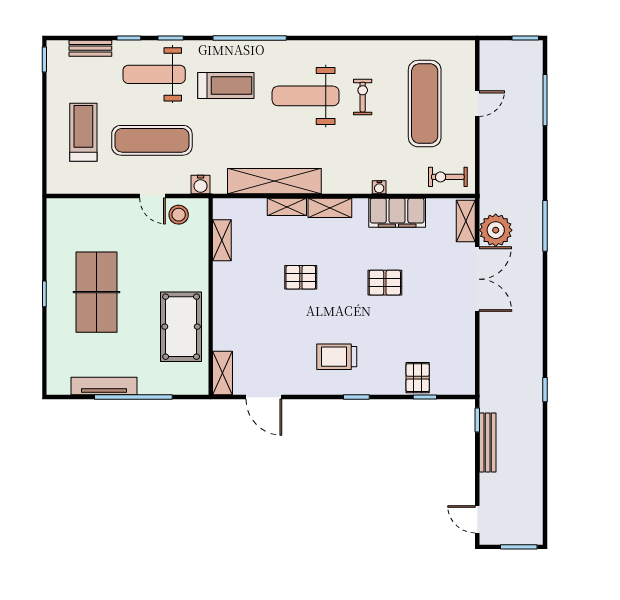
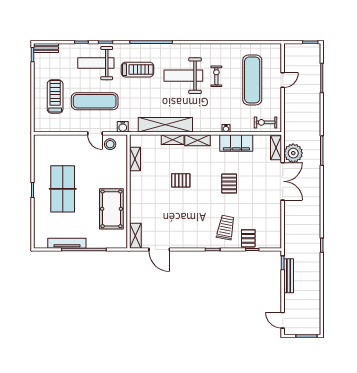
bench: (90, 48) -> (46, 48), moved
pallet: (385, 283) -> (229, 183), turned 90
trolley: (337, 357) -> (226, 228), moved, turned 101

